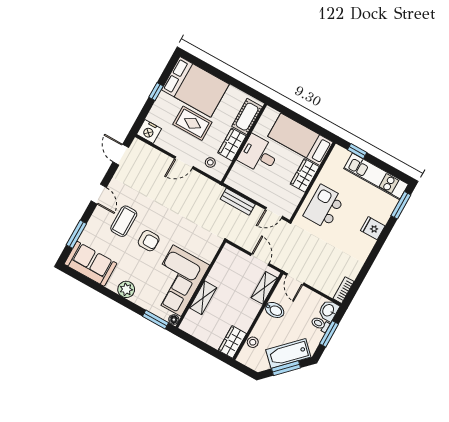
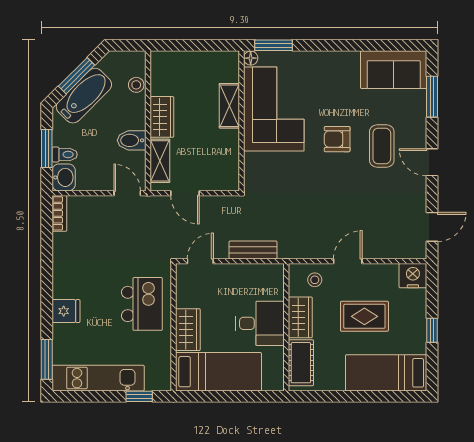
bed: (195, 87) -> (386, 373), width x0.67
door: (121, 155) -> (432, 227), hinge flipped
plant: (126, 289) -> (331, 62), removed
wardrobe: (232, 342) -> (162, 117), moved

